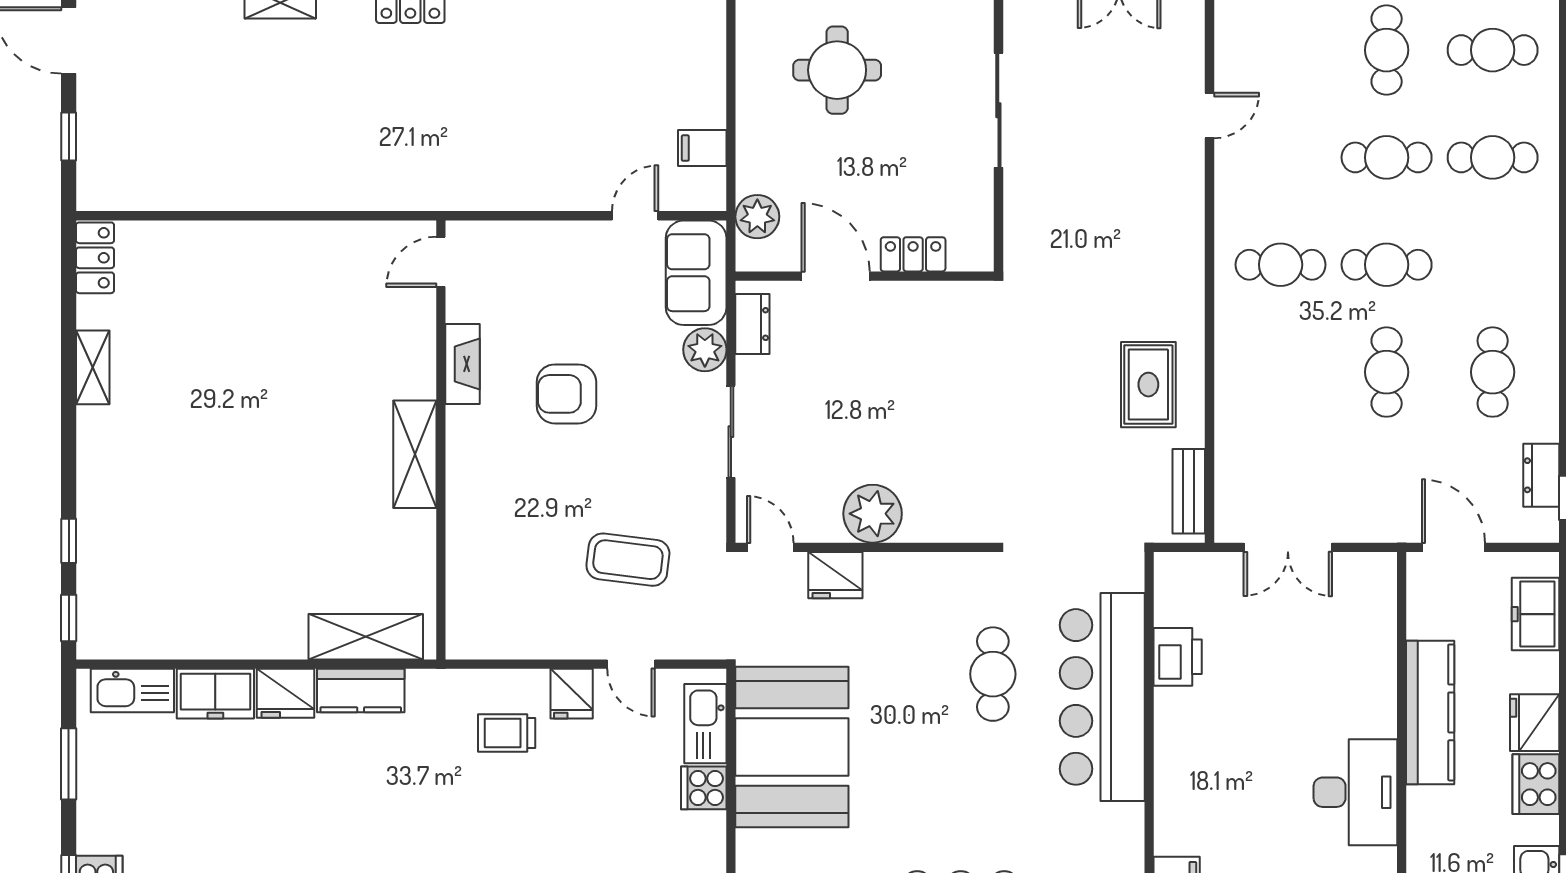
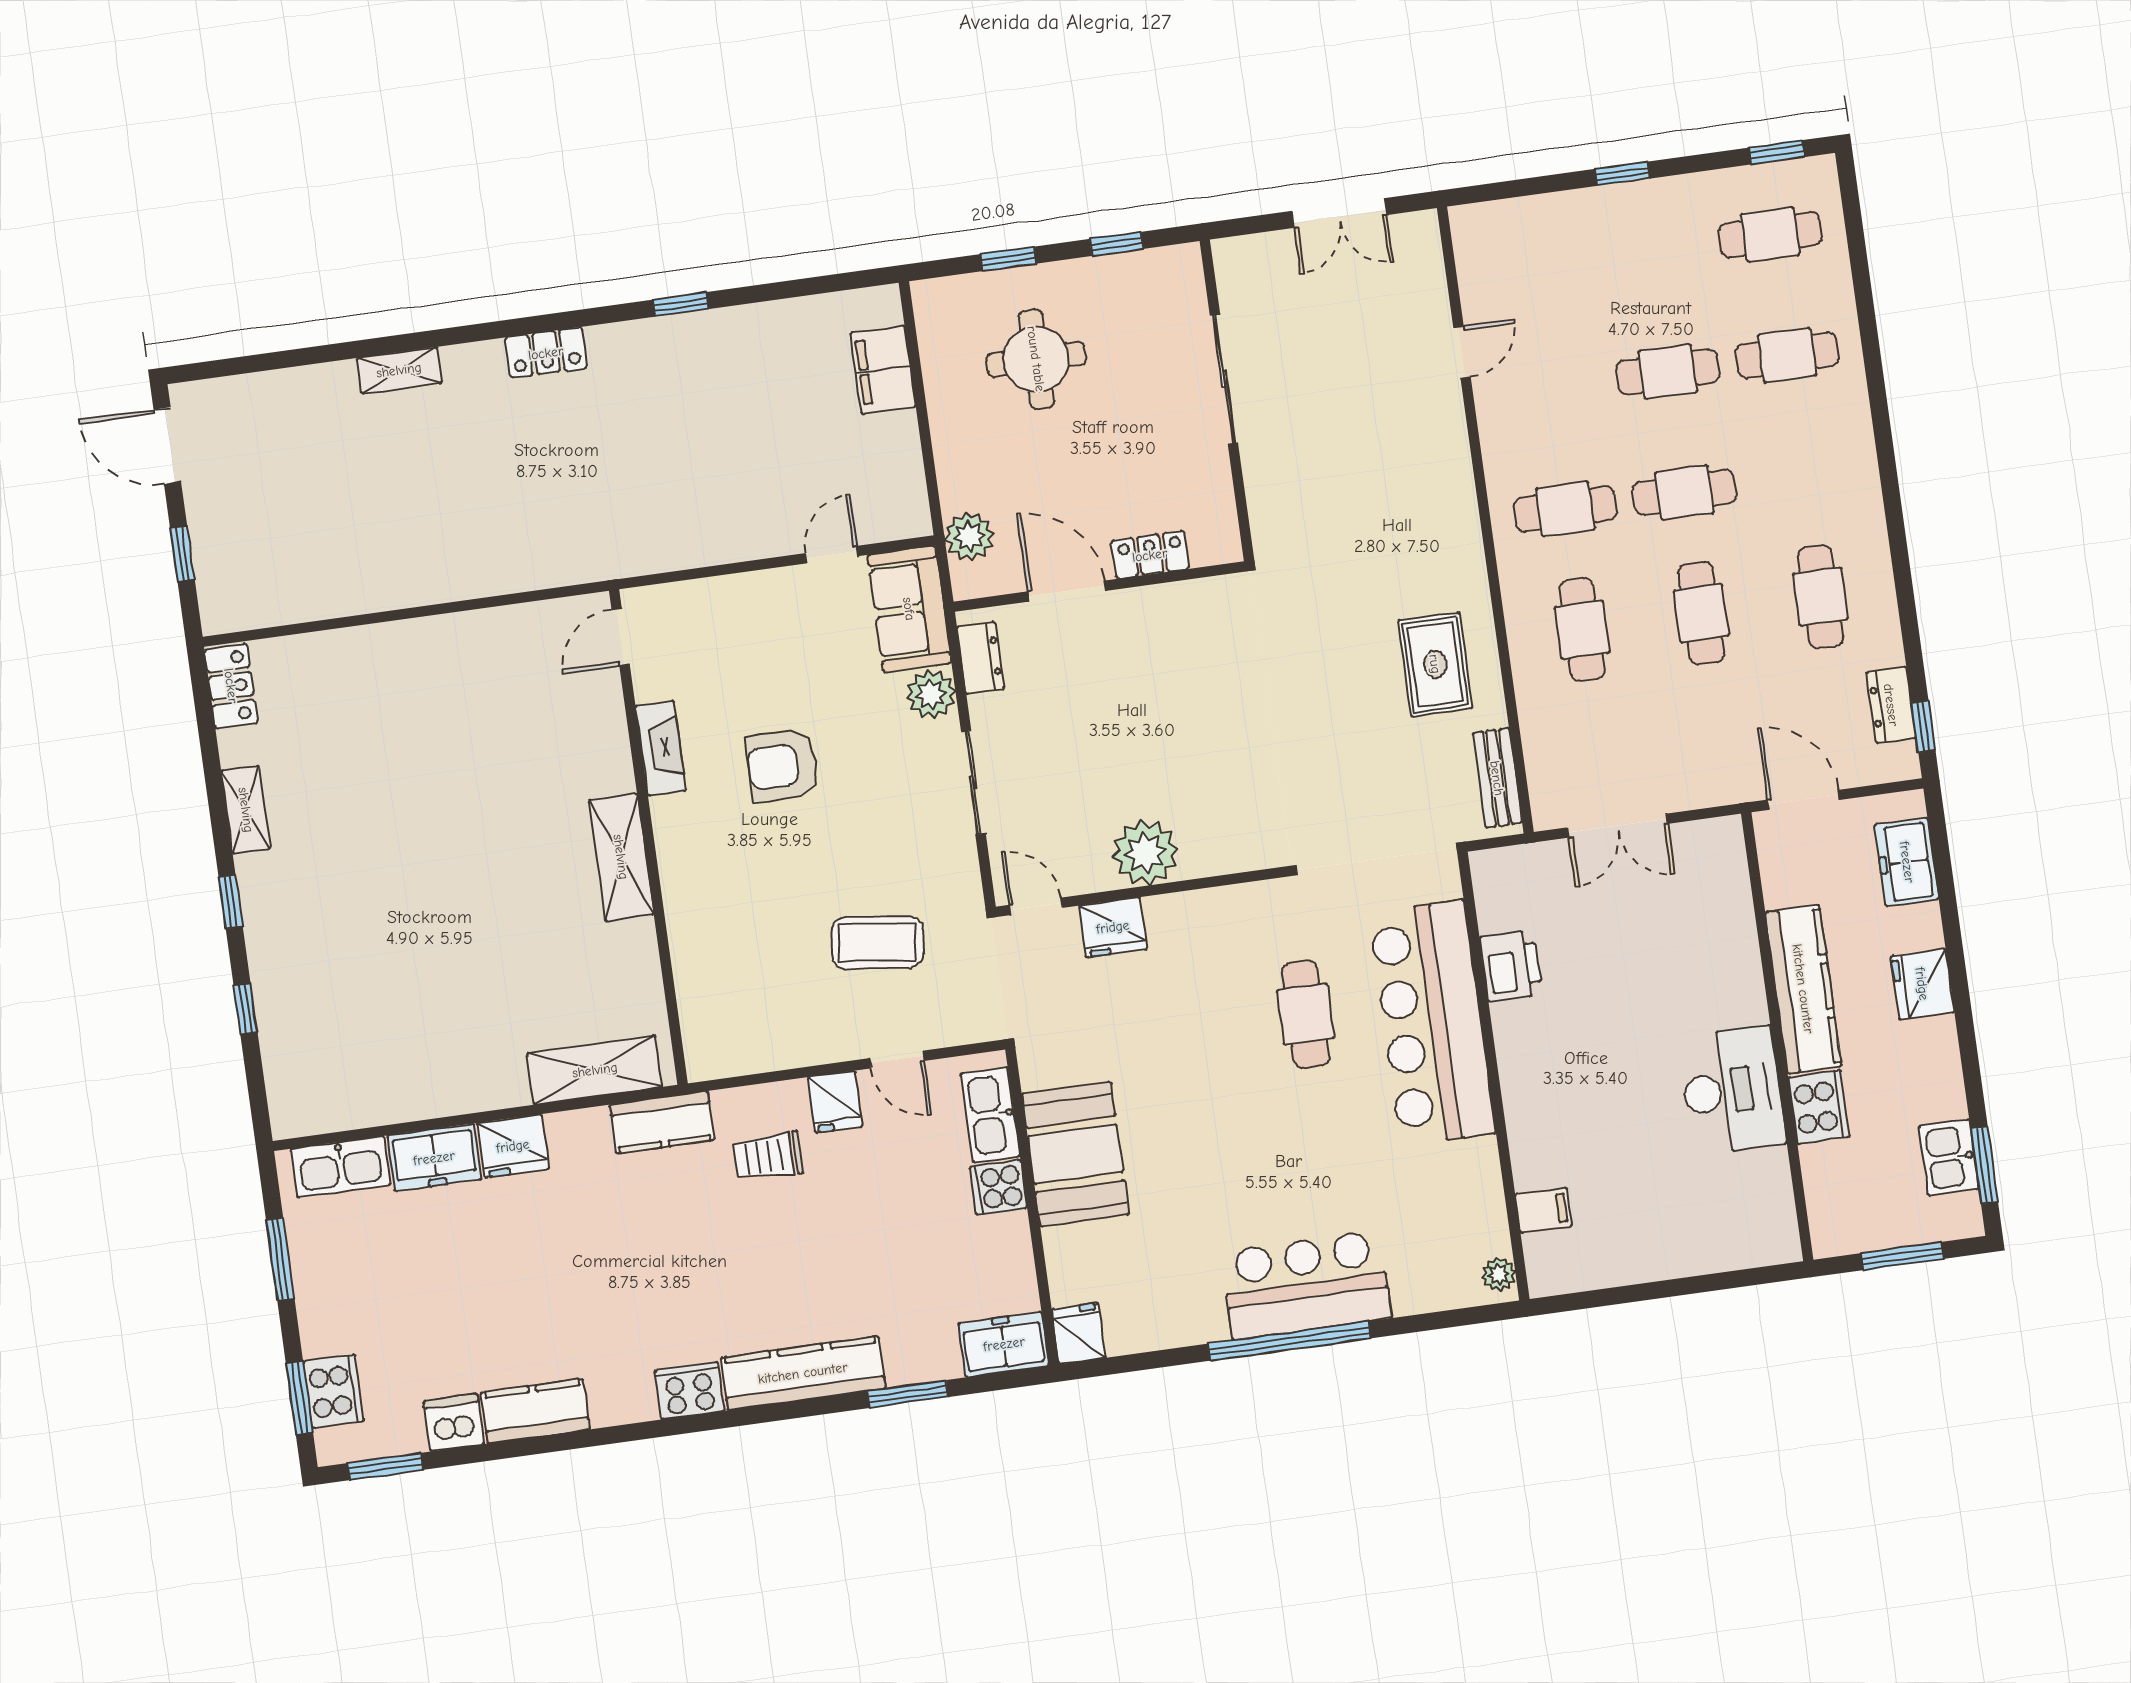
cafe table: (1387, 50) -> (1582, 630), moved
filing cabinet: (702, 148) -> (883, 370), moved, width x2.00
window: (69, 618) -> (231, 902), moved
kitchen counter: (361, 691) -> (662, 1122), moved
booth: (792, 747) -> (1075, 1154), width x0.73, depth x0.70
cooker: (1536, 784) -> (1819, 1107), moved, turned 180

